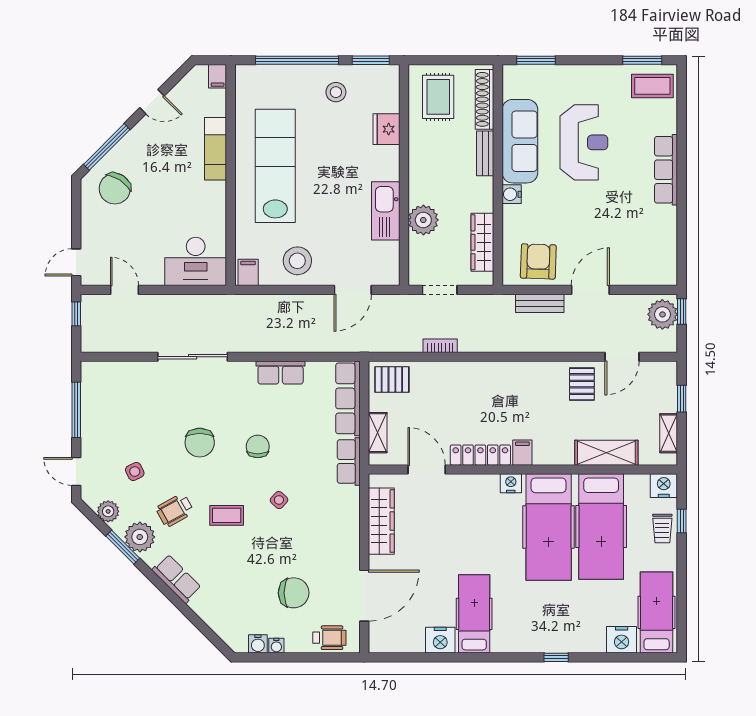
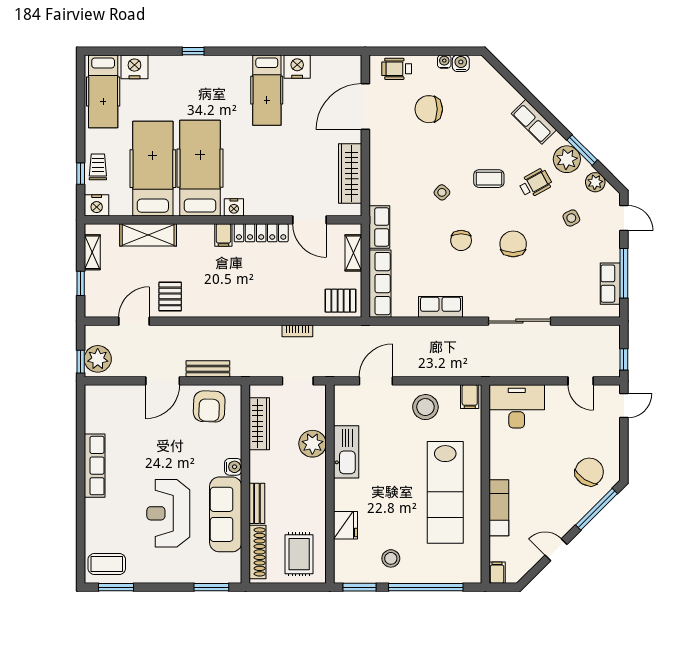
row of seats: (666, 170) -> (95, 466), moved
row of seats: (91, 398) -> (610, 284), added

